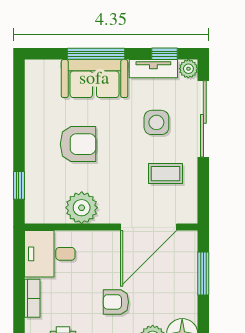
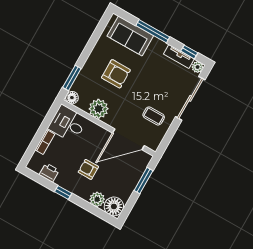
sofa: (94, 79) -> (130, 36), moved
side table: (156, 122) -> (164, 86), removed
window: (19, 185) -> (72, 78), width x1.50
floor lamp: (35, 213) -> (72, 98), added

